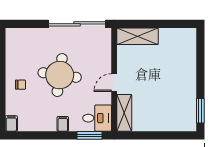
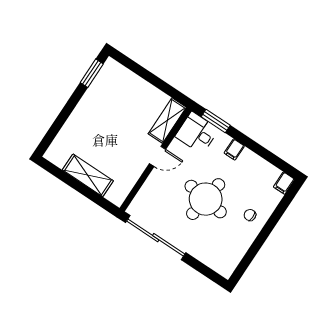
shelving: (137, 36) -> (88, 175), moved

